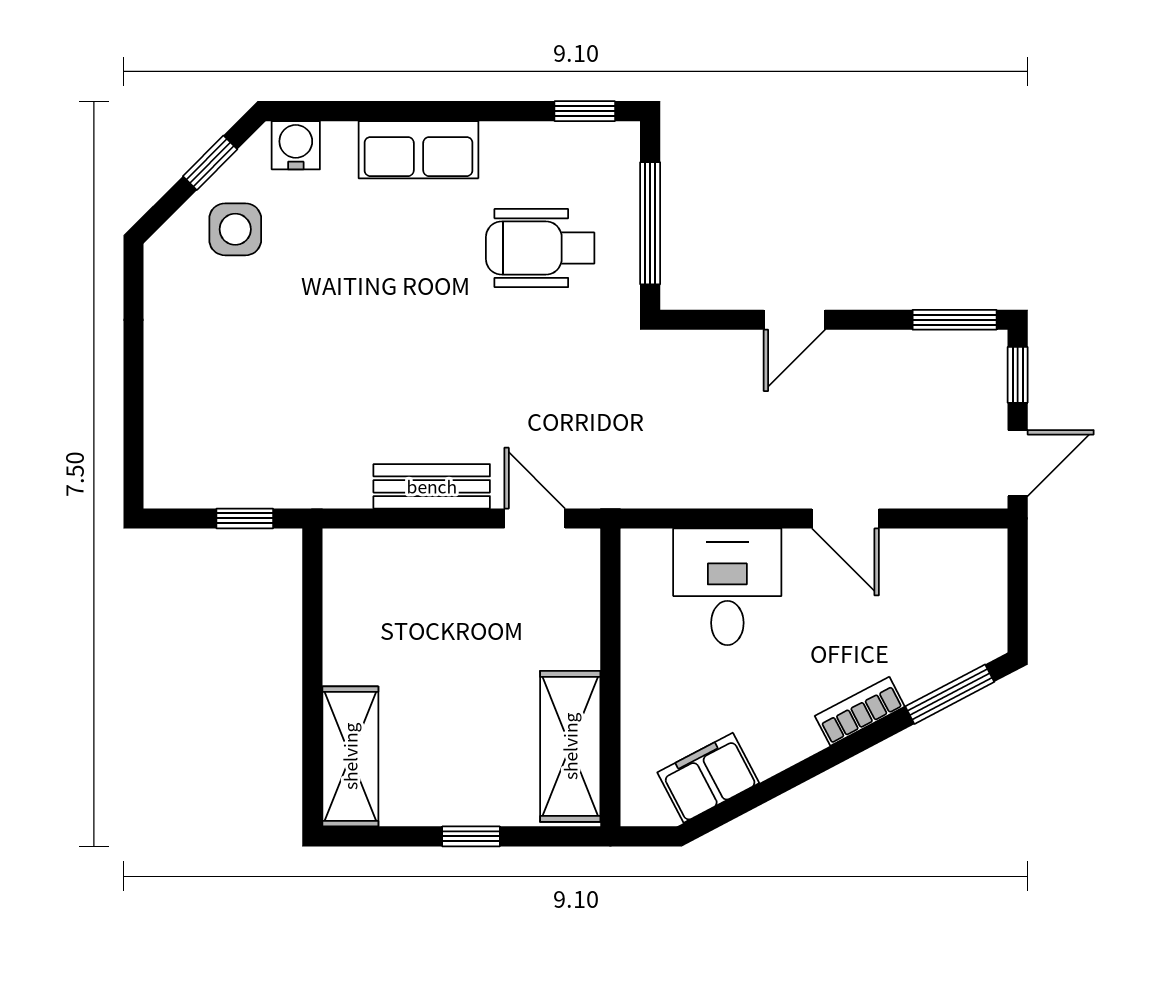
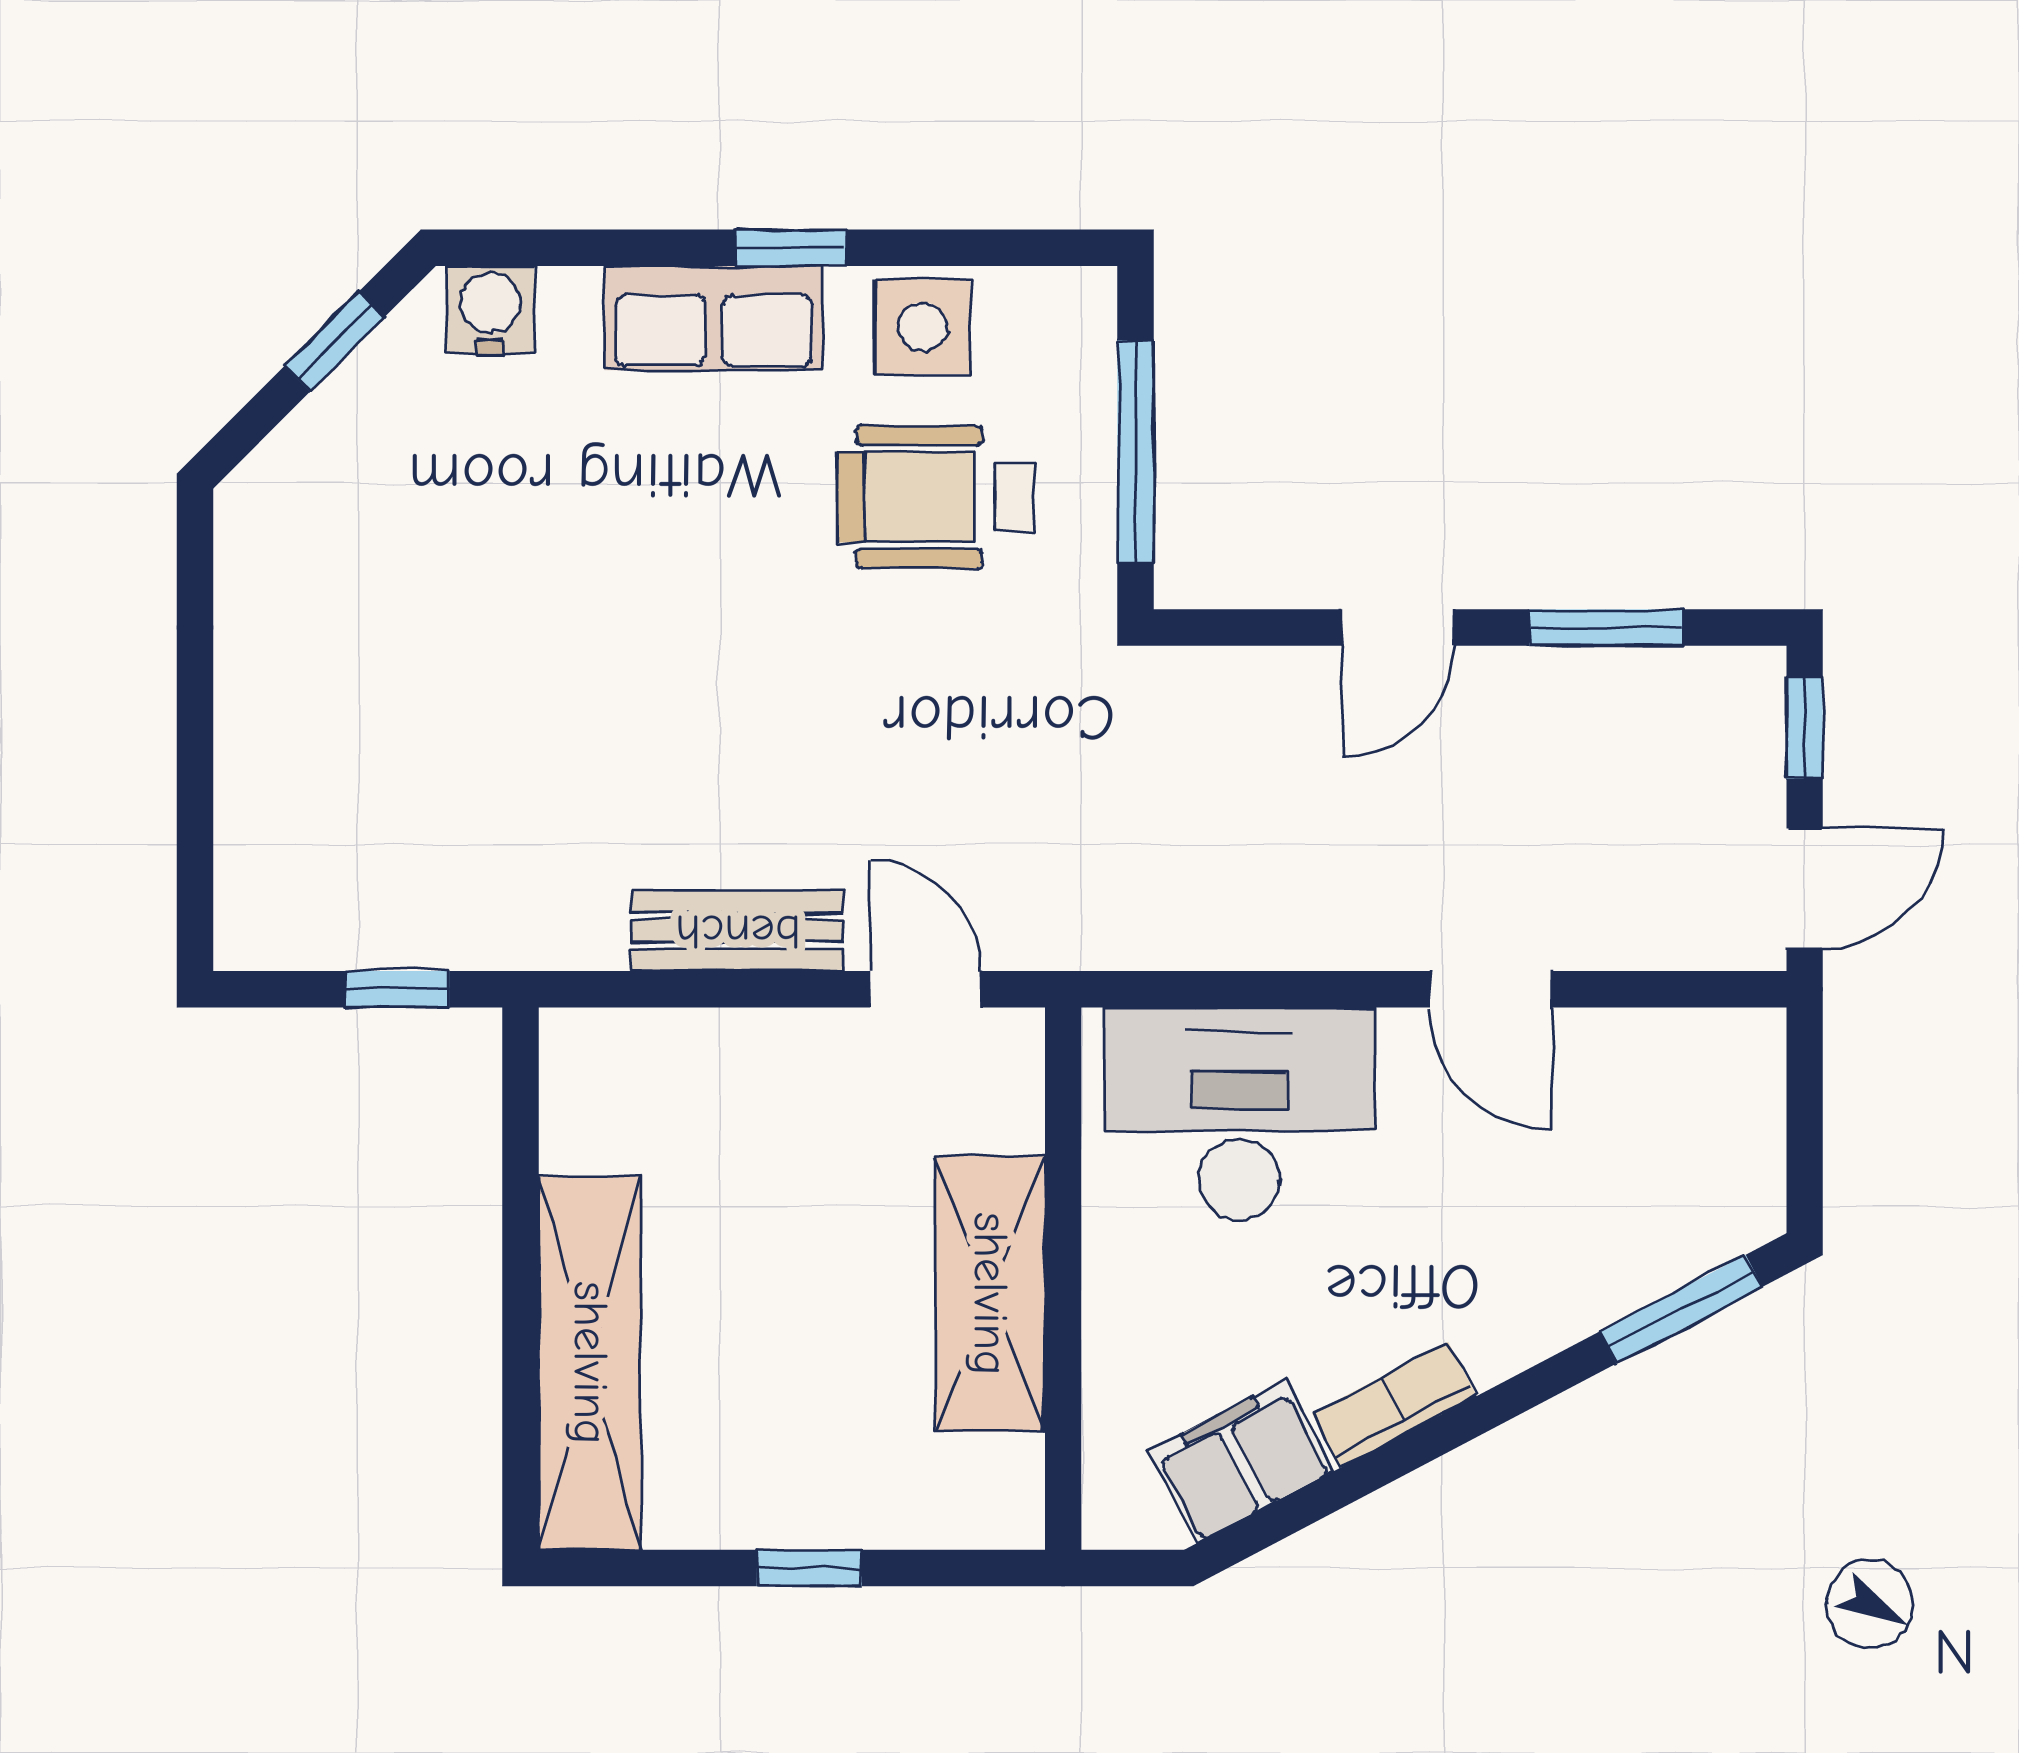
window: (585, 111) -> (791, 248), moved
side table: (235, 229) -> (923, 327), moved
window: (955, 320) -> (1606, 628), moved
desk: (727, 587) -> (1239, 1114), width x1.37
bookcase: (860, 711) -> (1395, 1405), moved
shelving: (570, 746) -> (990, 1294), moved
shelving: (350, 756) -> (590, 1363), width x1.47

